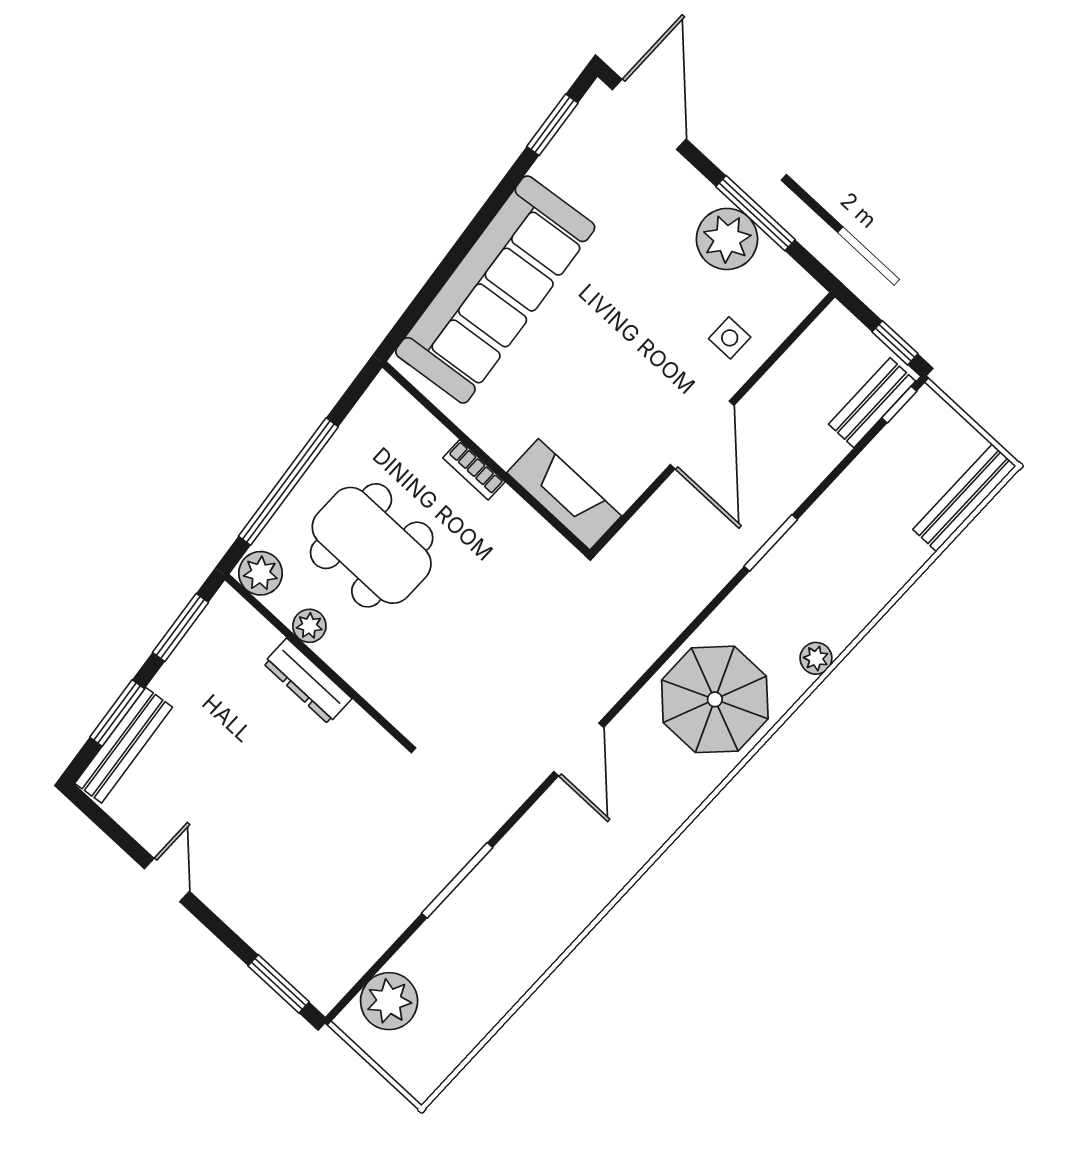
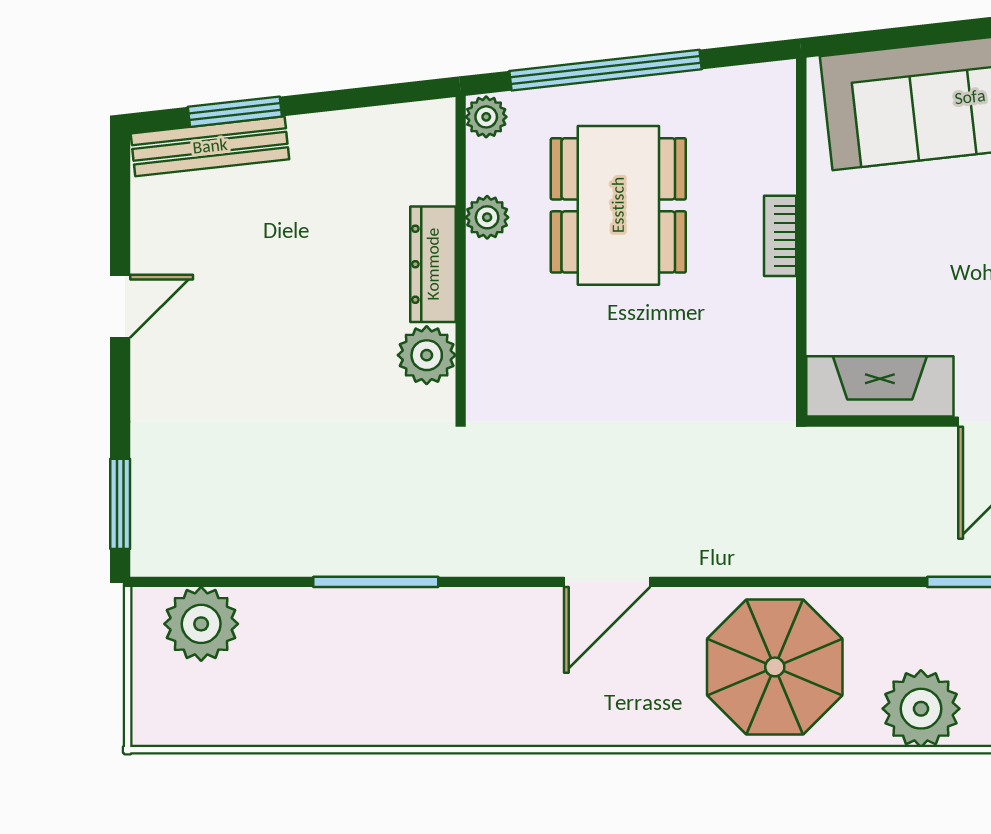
fireplace: (564, 494) -> (880, 386), moved, turned -90
plant: (261, 573) -> (486, 117), width x0.73, depth x0.73
window: (180, 627) -> (372, 96), removed
plant: (816, 658) -> (921, 709), width x1.87, depth x1.87
plant: (356, 732) -> (427, 355), added

